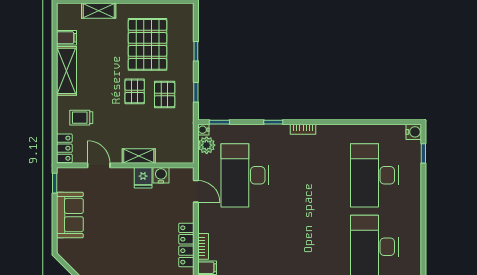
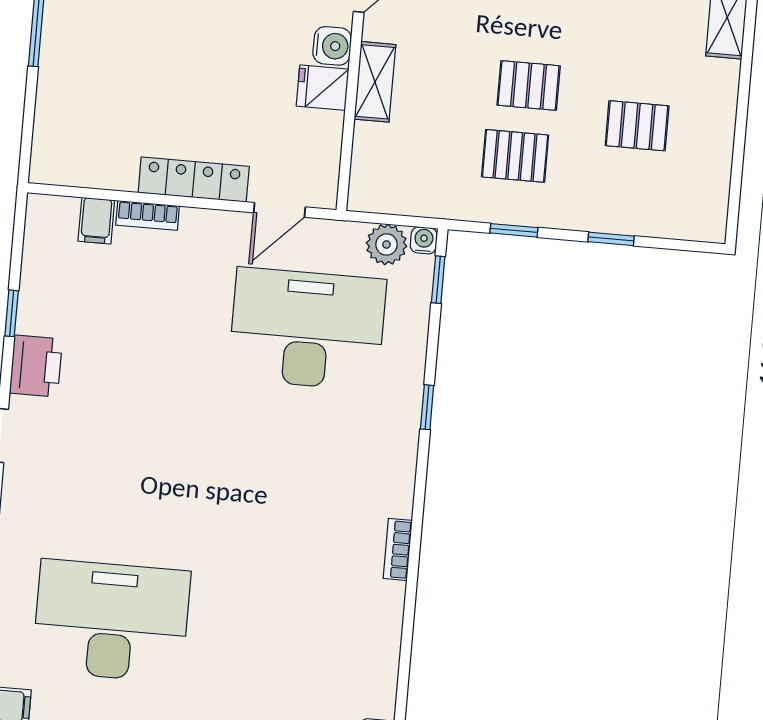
pallet: (148, 44) -> (637, 126), width x0.49, depth x0.50
bookcase: (303, 129) -> (398, 549), moved
water cooler: (161, 175) -> (332, 46), moved
desk: (374, 175) -> (280, 636), removed
locker: (186, 245) -> (194, 180), moved

